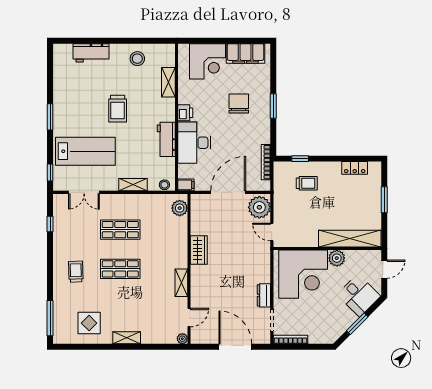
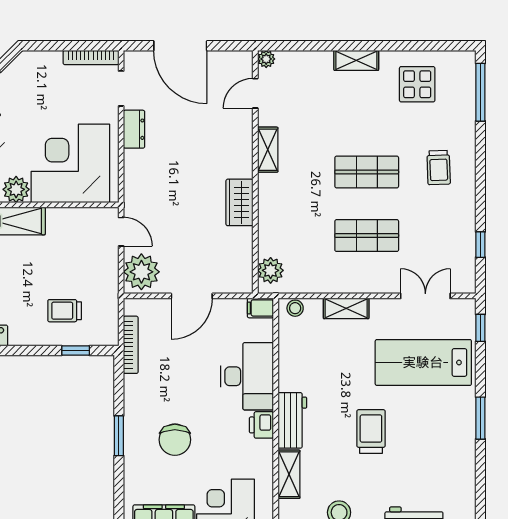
workbench: (166, 139) -> (292, 420), moved
door: (228, 192) -> (192, 296), width x0.73

